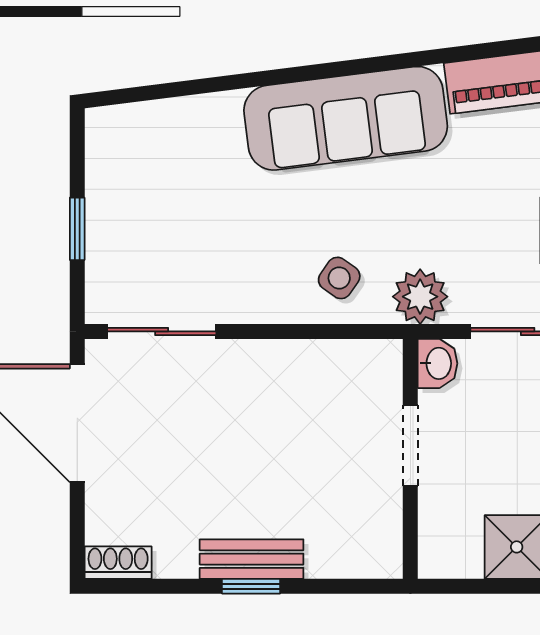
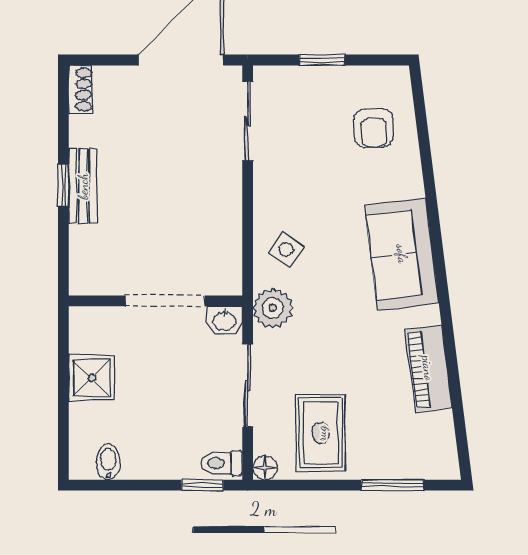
sofa: (346, 118) -> (402, 254), width x0.73
armchair: (171, 157) -> (374, 128), added
doorway: (410, 446) -> (165, 301), width x1.38

